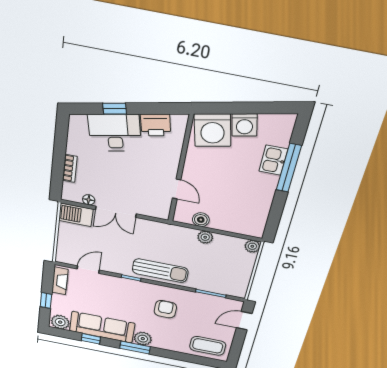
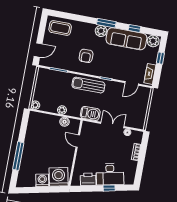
kitchen sink: (273, 160) -> (27, 160), removed
barbecue: (76, 215) -> (90, 113), moved

